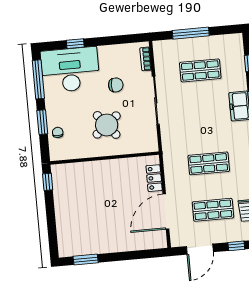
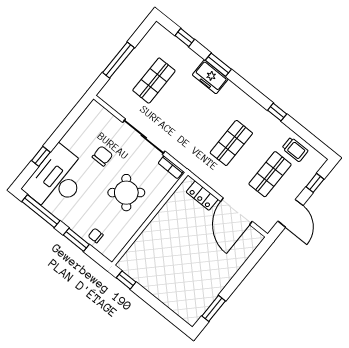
bookcase: (146, 59) -> (171, 167), moved

